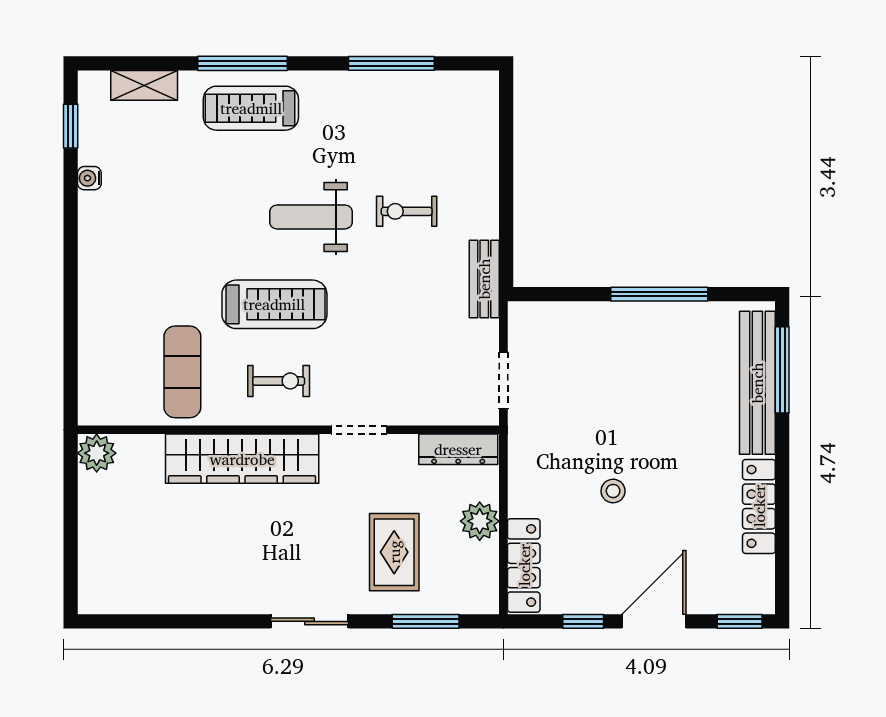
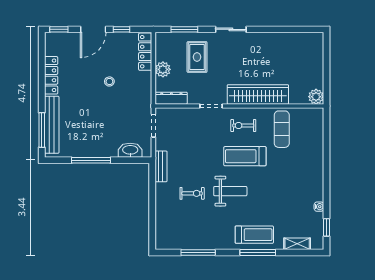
washbasin: (561, 319) -> (130, 150), added

